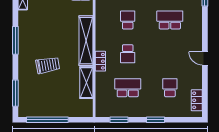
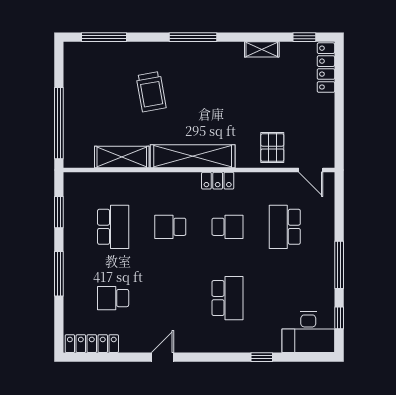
locker: (100, 61) -> (218, 181), moved
school desk: (170, 88) -> (113, 298), turned 180
locker: (197, 100) -> (92, 344), width x1.53
window: (47, 120) -> (59, 123), moved
window: (155, 120) -> (59, 274), width x1.44

